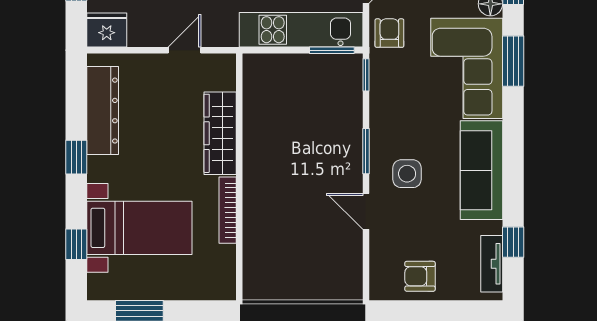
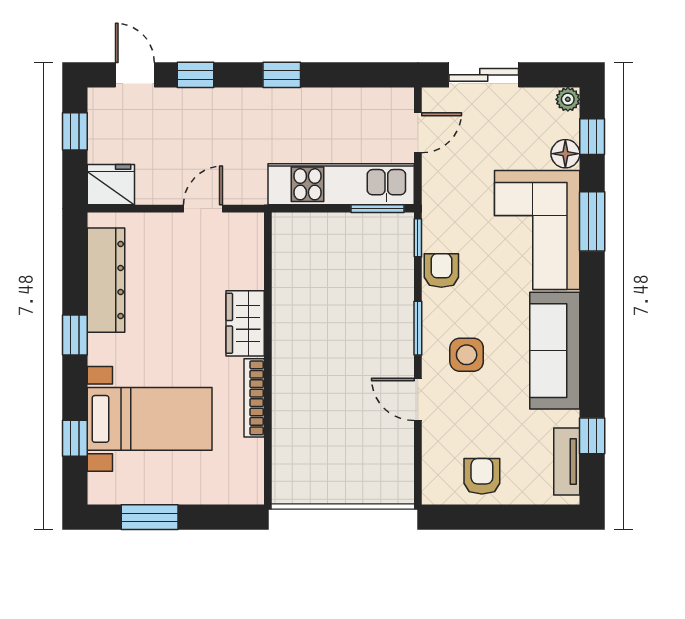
armchair: (389, 33) -> (441, 271), moved
wardrobe: (220, 133) -> (245, 323), width x0.67
armchair: (420, 276) -> (482, 476), turned 90

